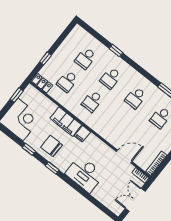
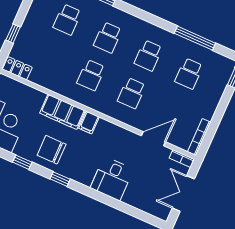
school desk: (67, 81) -> (132, 93), moved
desk: (85, 174) -> (112, 179), width x0.73

